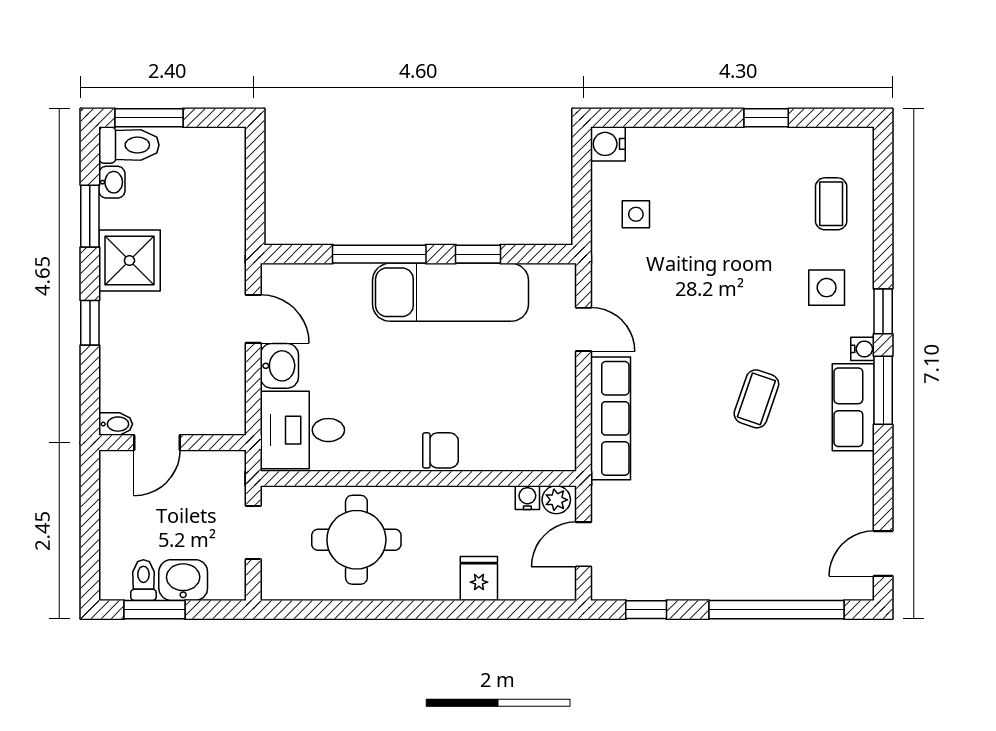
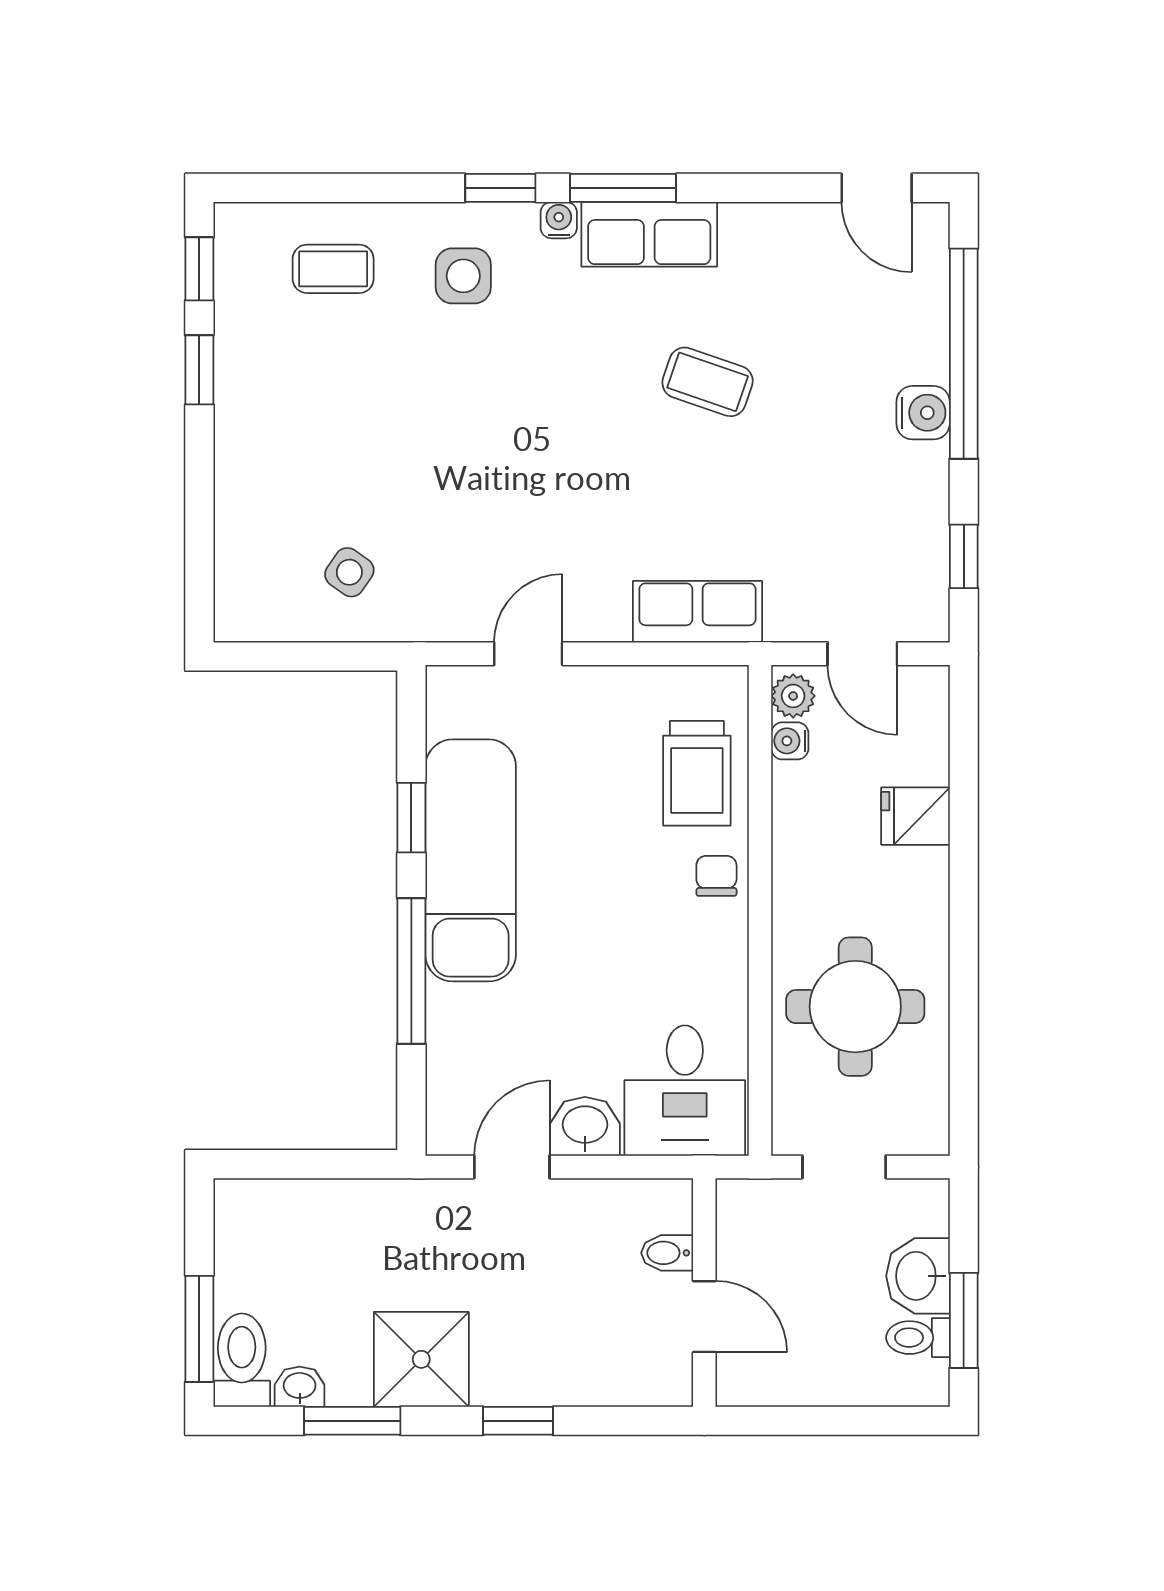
window: (831, 118) -> (199, 269), added
water cooler: (608, 144) -> (923, 413), moved, turned -90
side table: (636, 214) -> (349, 572), turned 35
coffee table: (756, 399) -> (708, 382), moved
row of seats: (611, 418) -> (697, 612), width x0.68
bidet: (116, 424) -> (667, 1253), moved, turned -90
trolley: (507, 438) -> (697, 773), added
chair: (441, 450) -> (716, 876), width x0.73, depth x0.73

